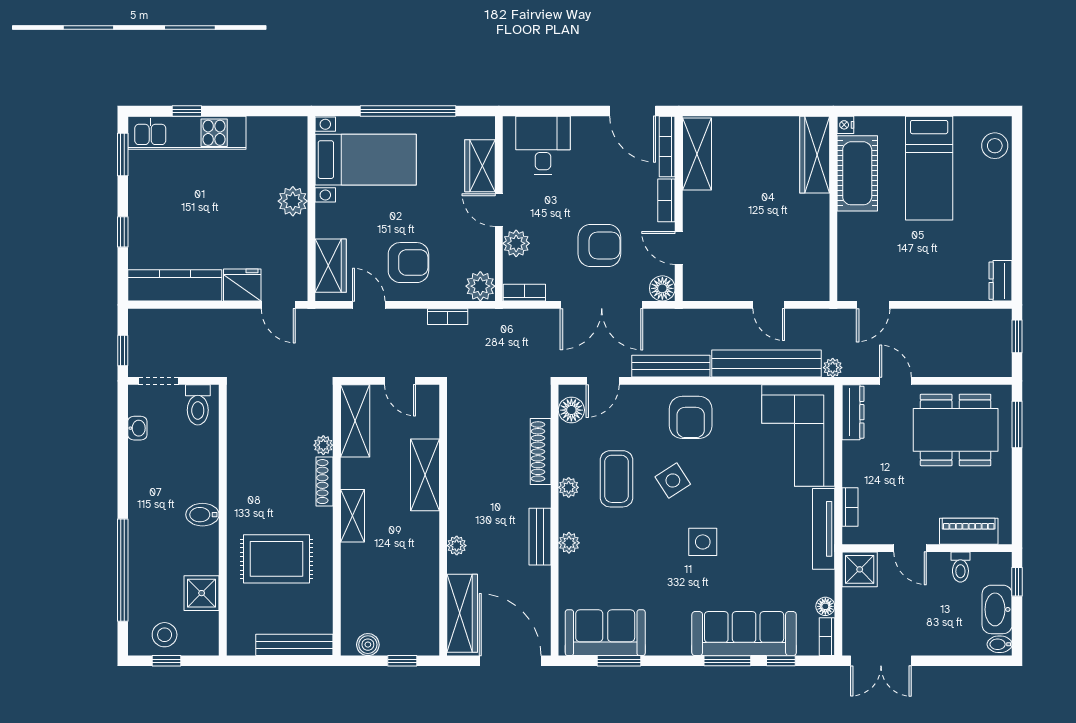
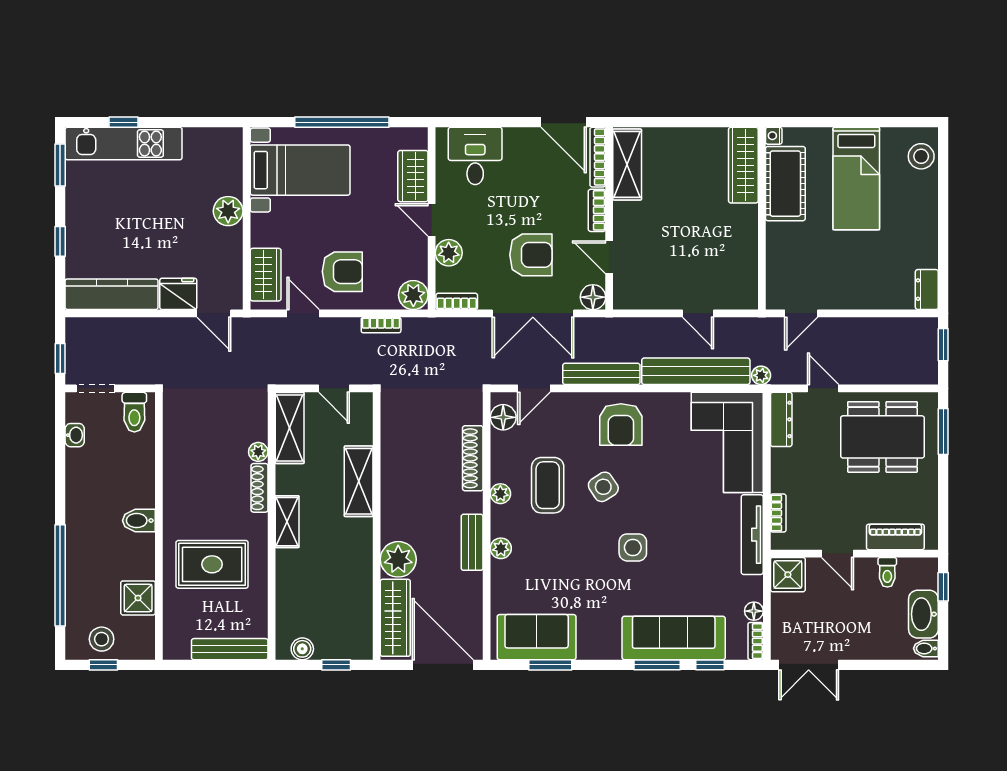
plant: (457, 546) -> (398, 559), width x1.88, depth x1.88

